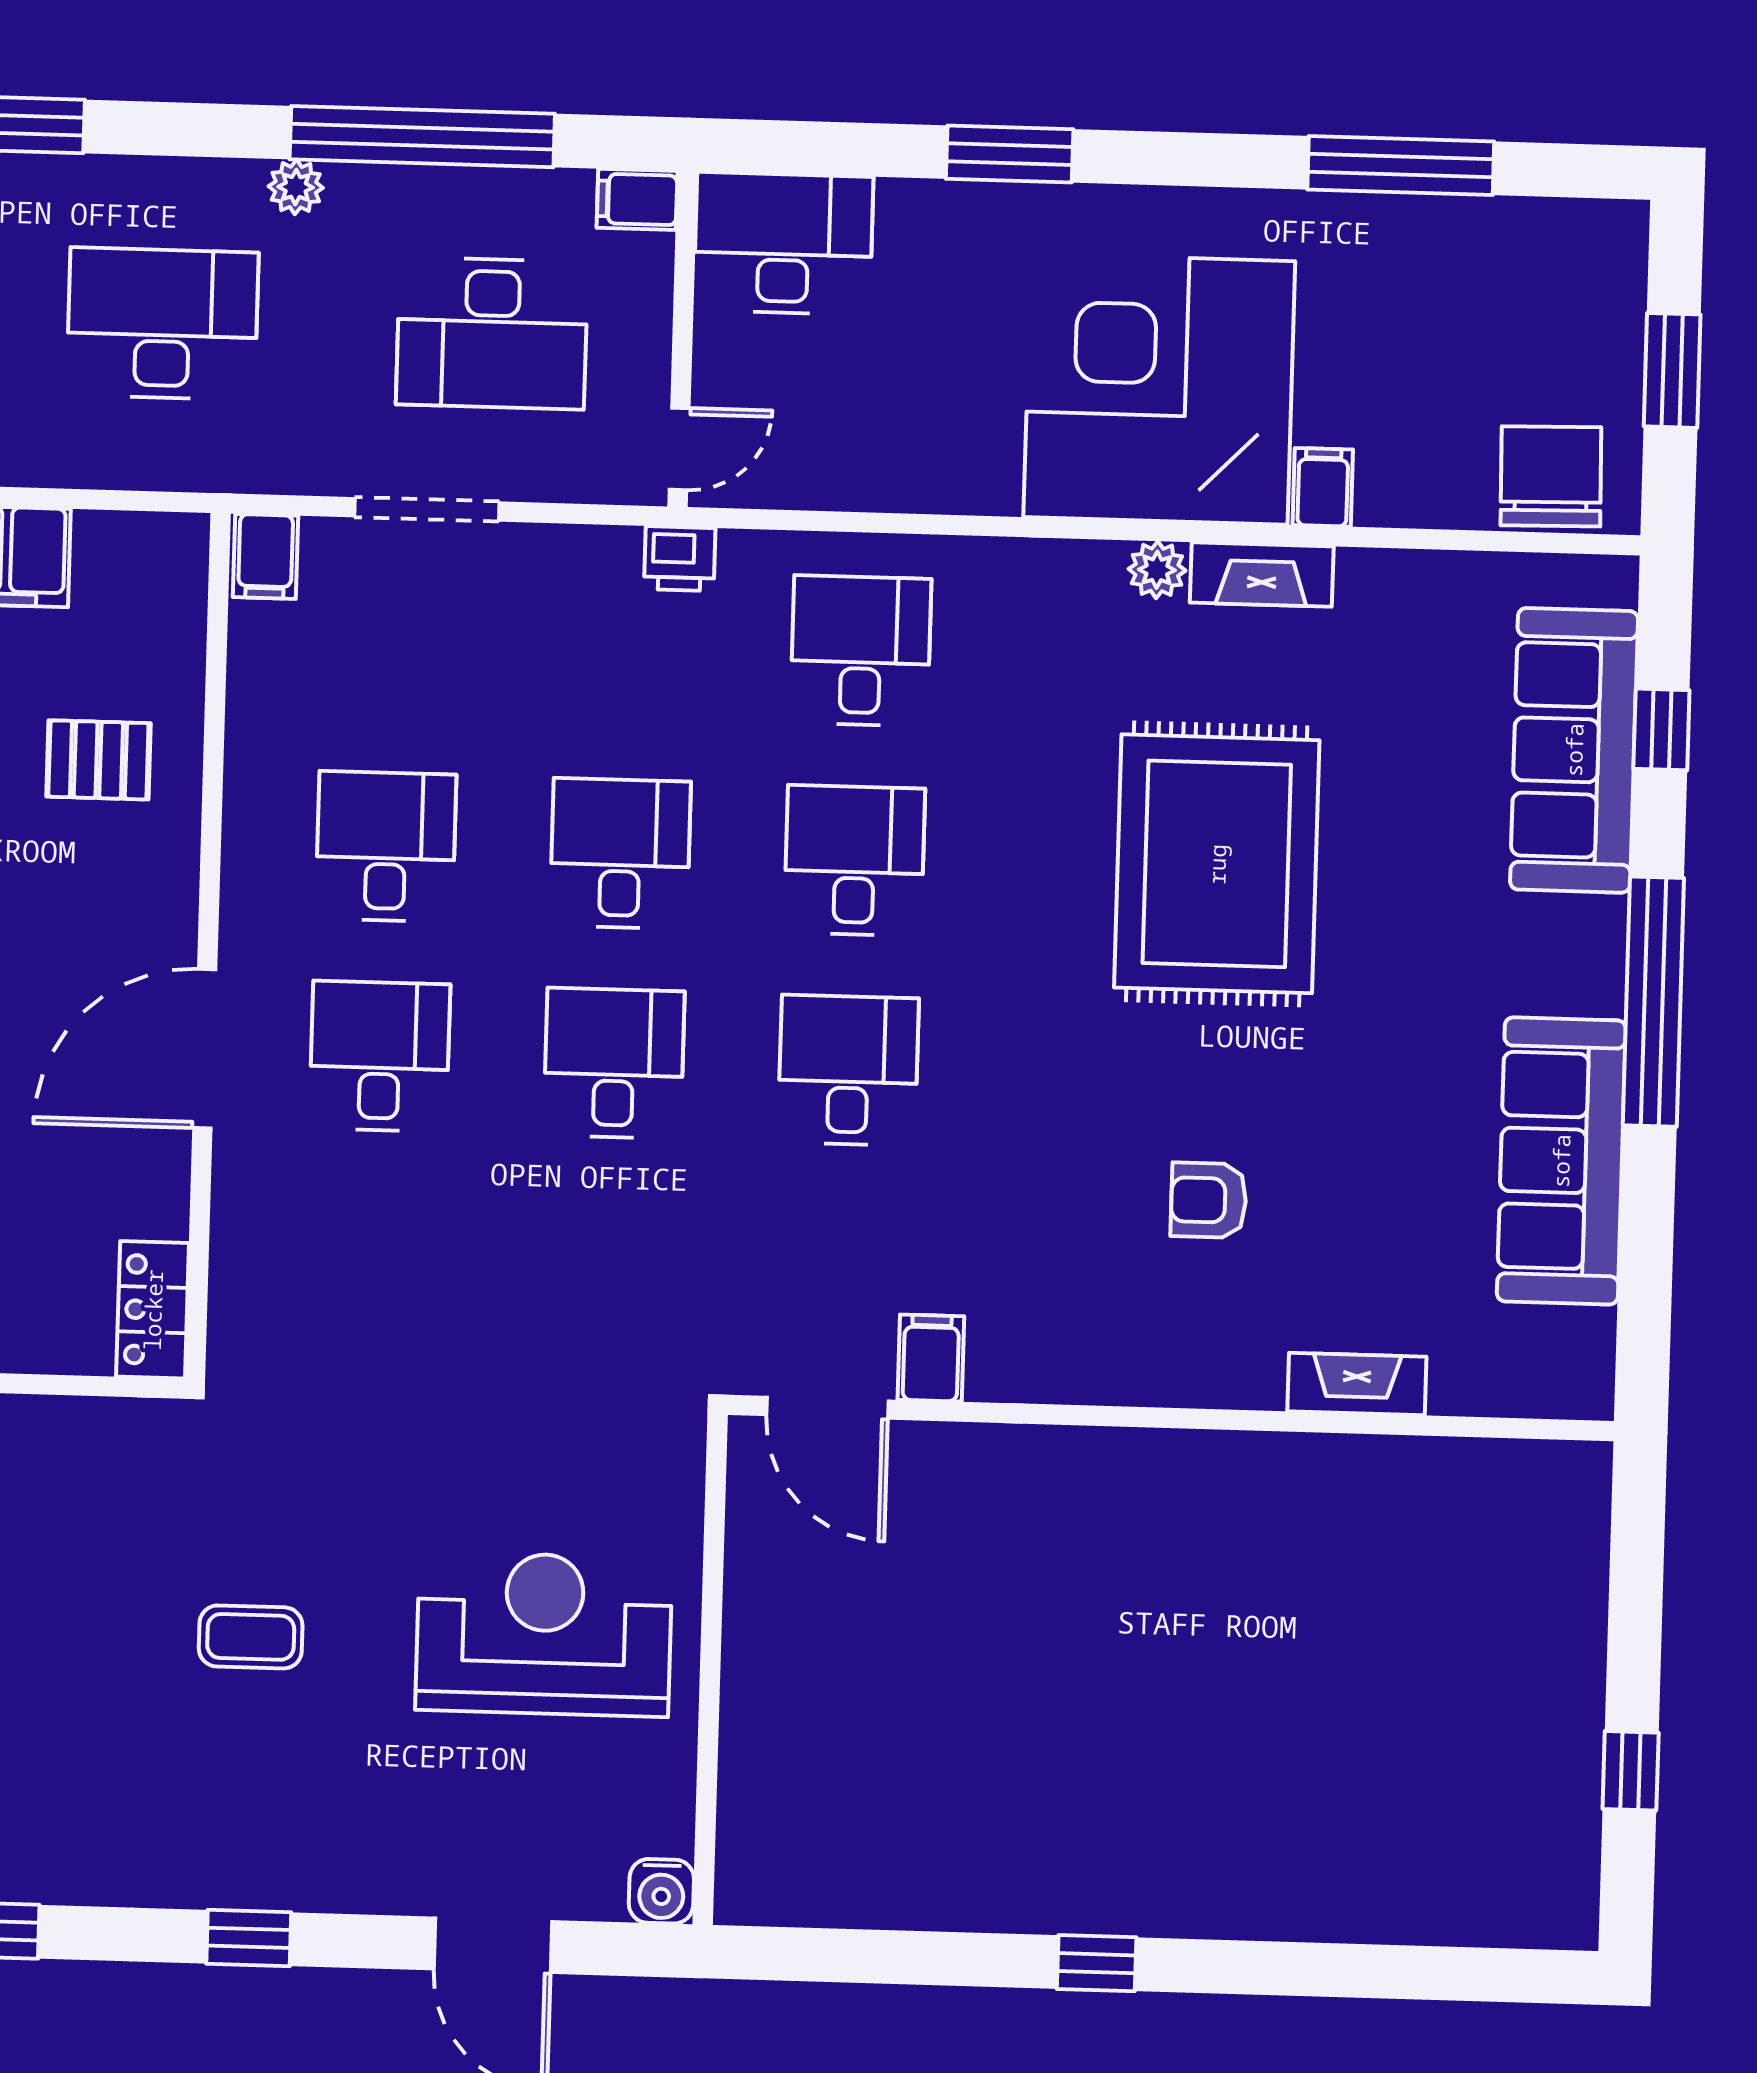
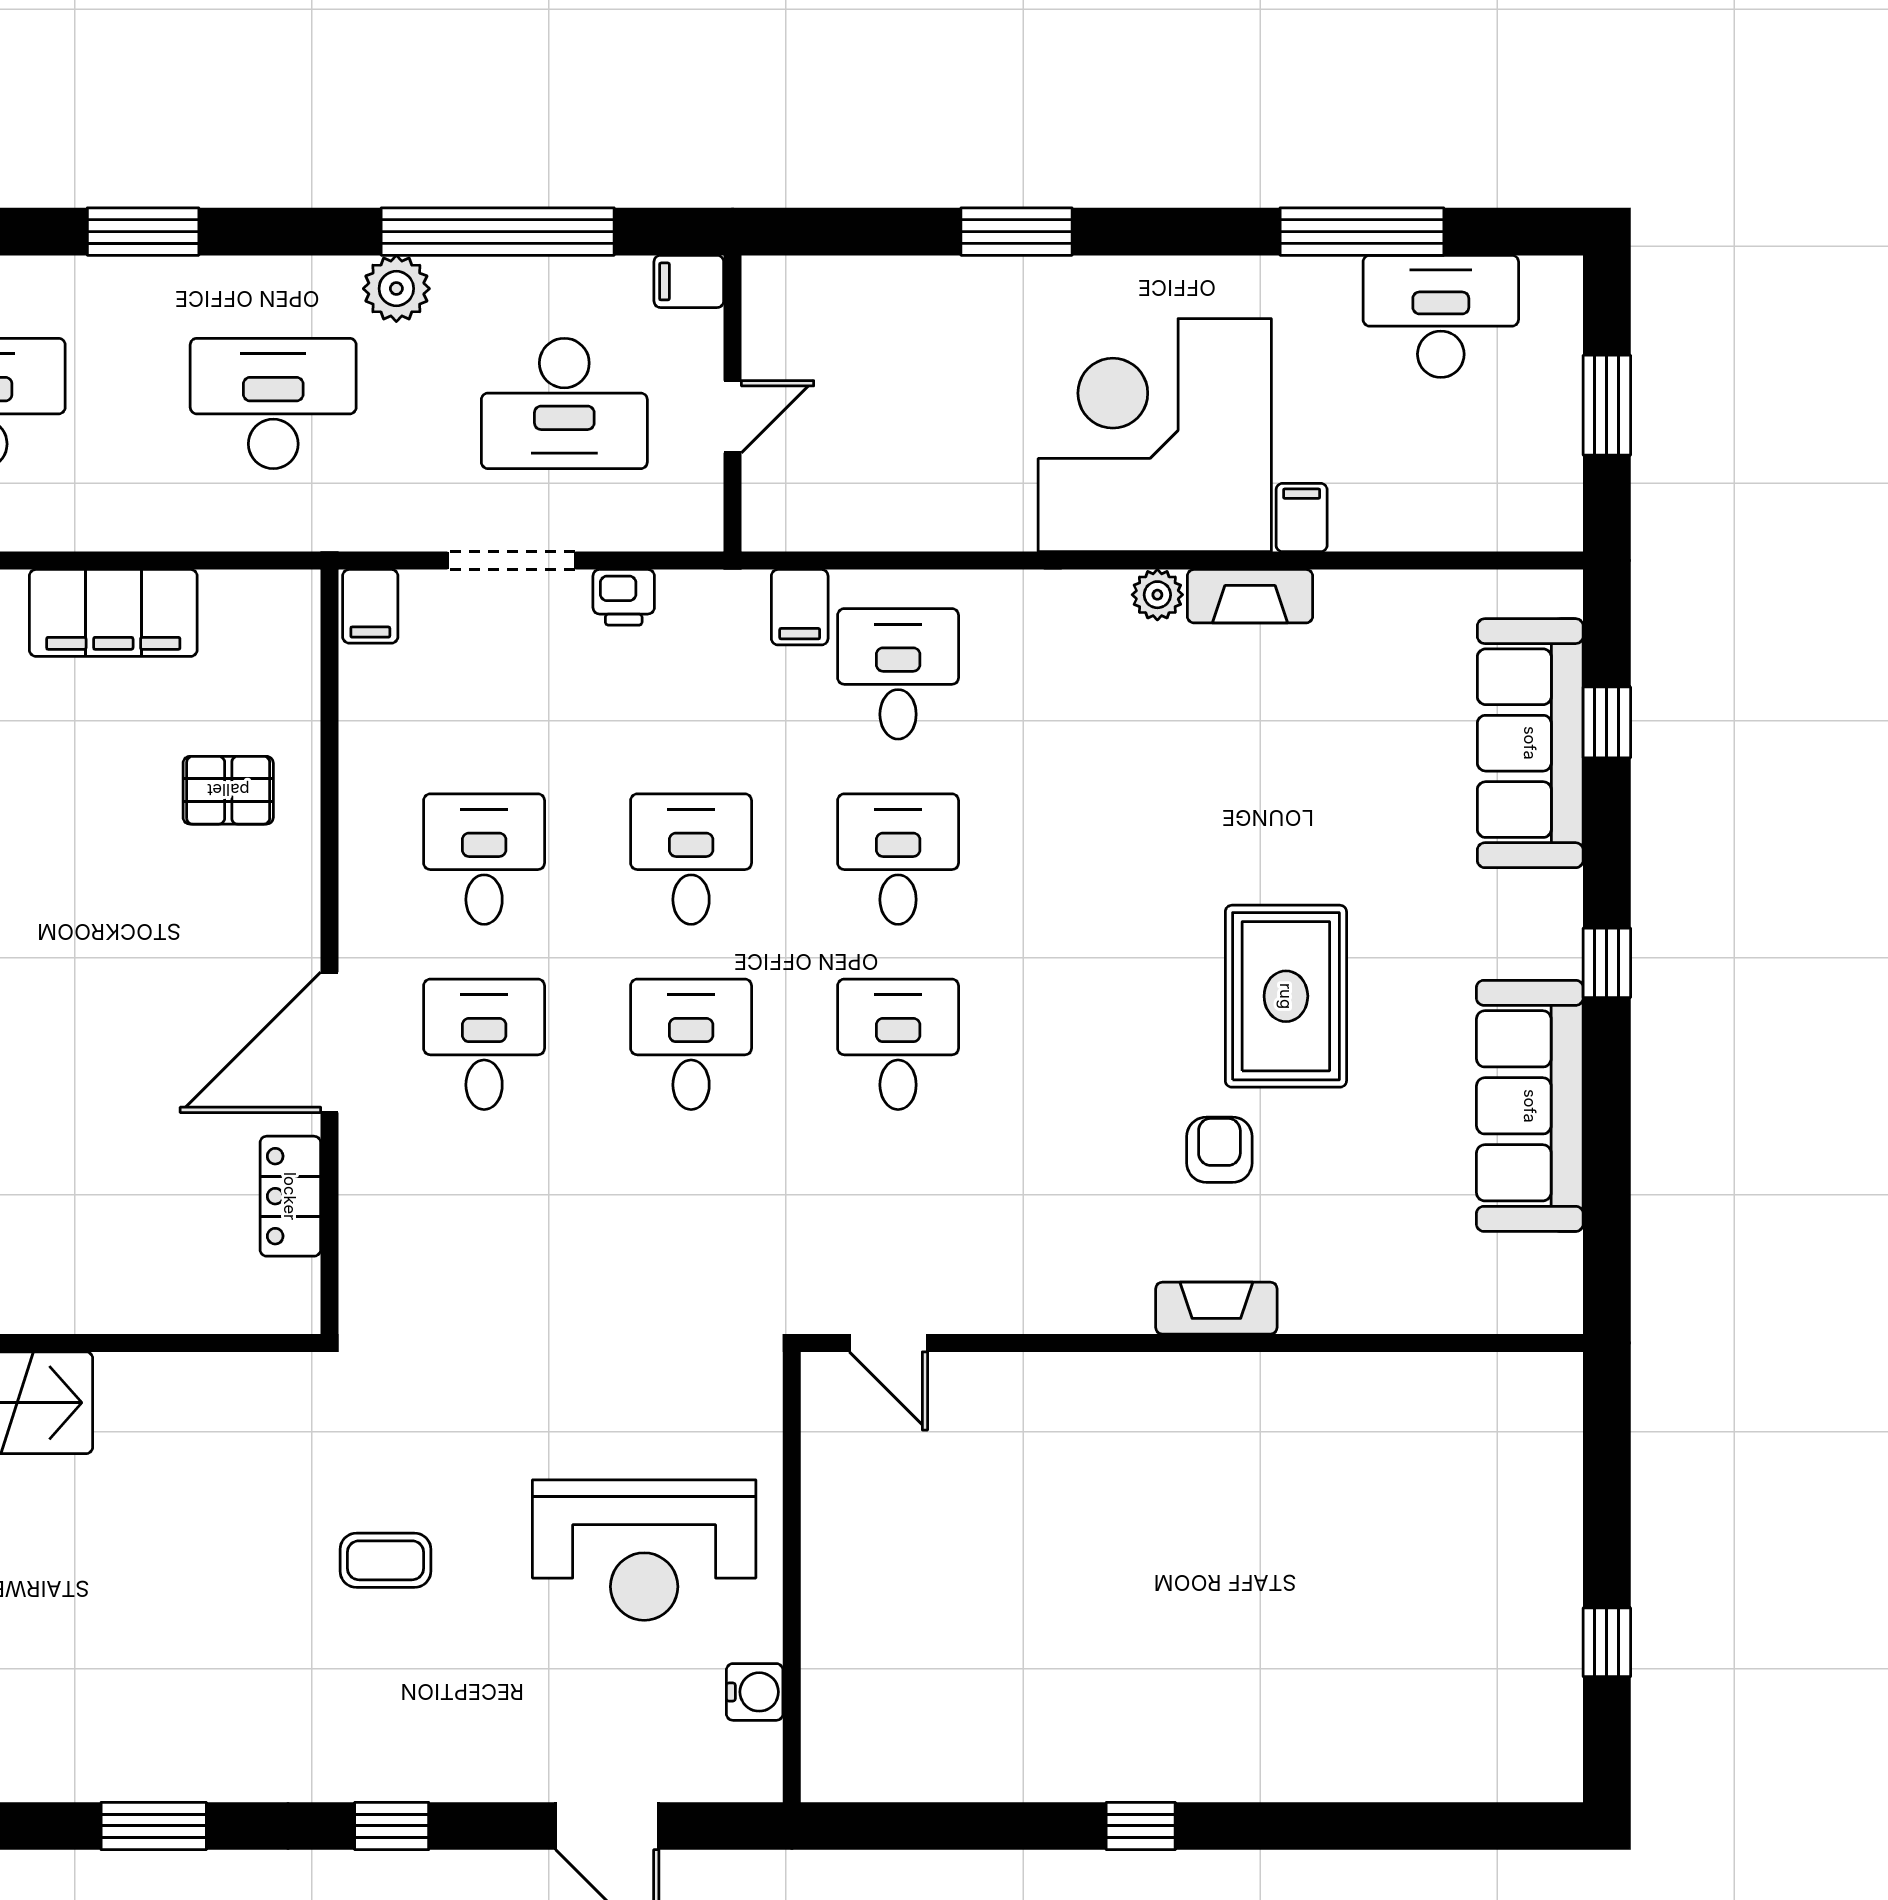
plant: (296, 187) -> (396, 289), width x1.38, depth x1.38
desk: (783, 243) -> (1441, 316), moved
door: (679, 449) -> (733, 417), moved
chair: (1551, 476) -> (1503, 502), removed
printer: (680, 559) -> (624, 597), moved
rug: (1217, 864) -> (1286, 996), moved, width x0.73, depth x0.69
window: (1653, 1002) -> (1607, 963), width x0.32
armchair: (1209, 1200) -> (1219, 1150), turned 90
locker: (153, 1310) -> (290, 1196), moved
filing cabinet: (931, 1358) -> (800, 607), moved, turned 180
fireplace: (1357, 1384) -> (1216, 1308), moved
door: (827, 1408) -> (889, 1343), width x0.73
reception desk: (544, 1634) -> (644, 1550), turned 180
water cooler: (661, 1891) -> (755, 1692), moved, turned -90

